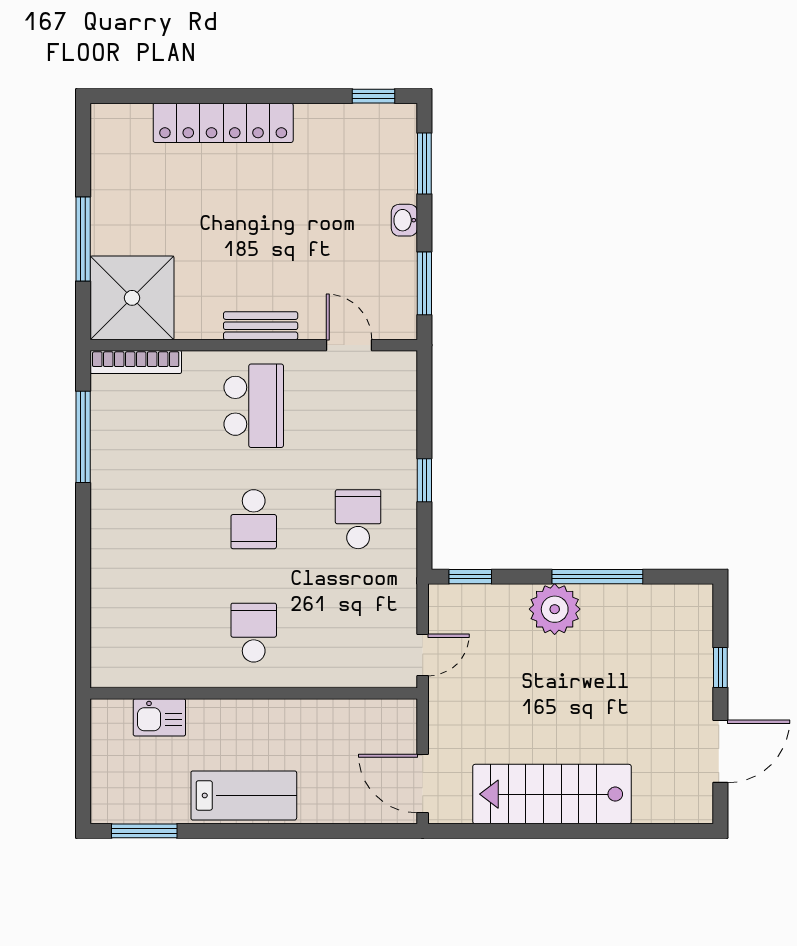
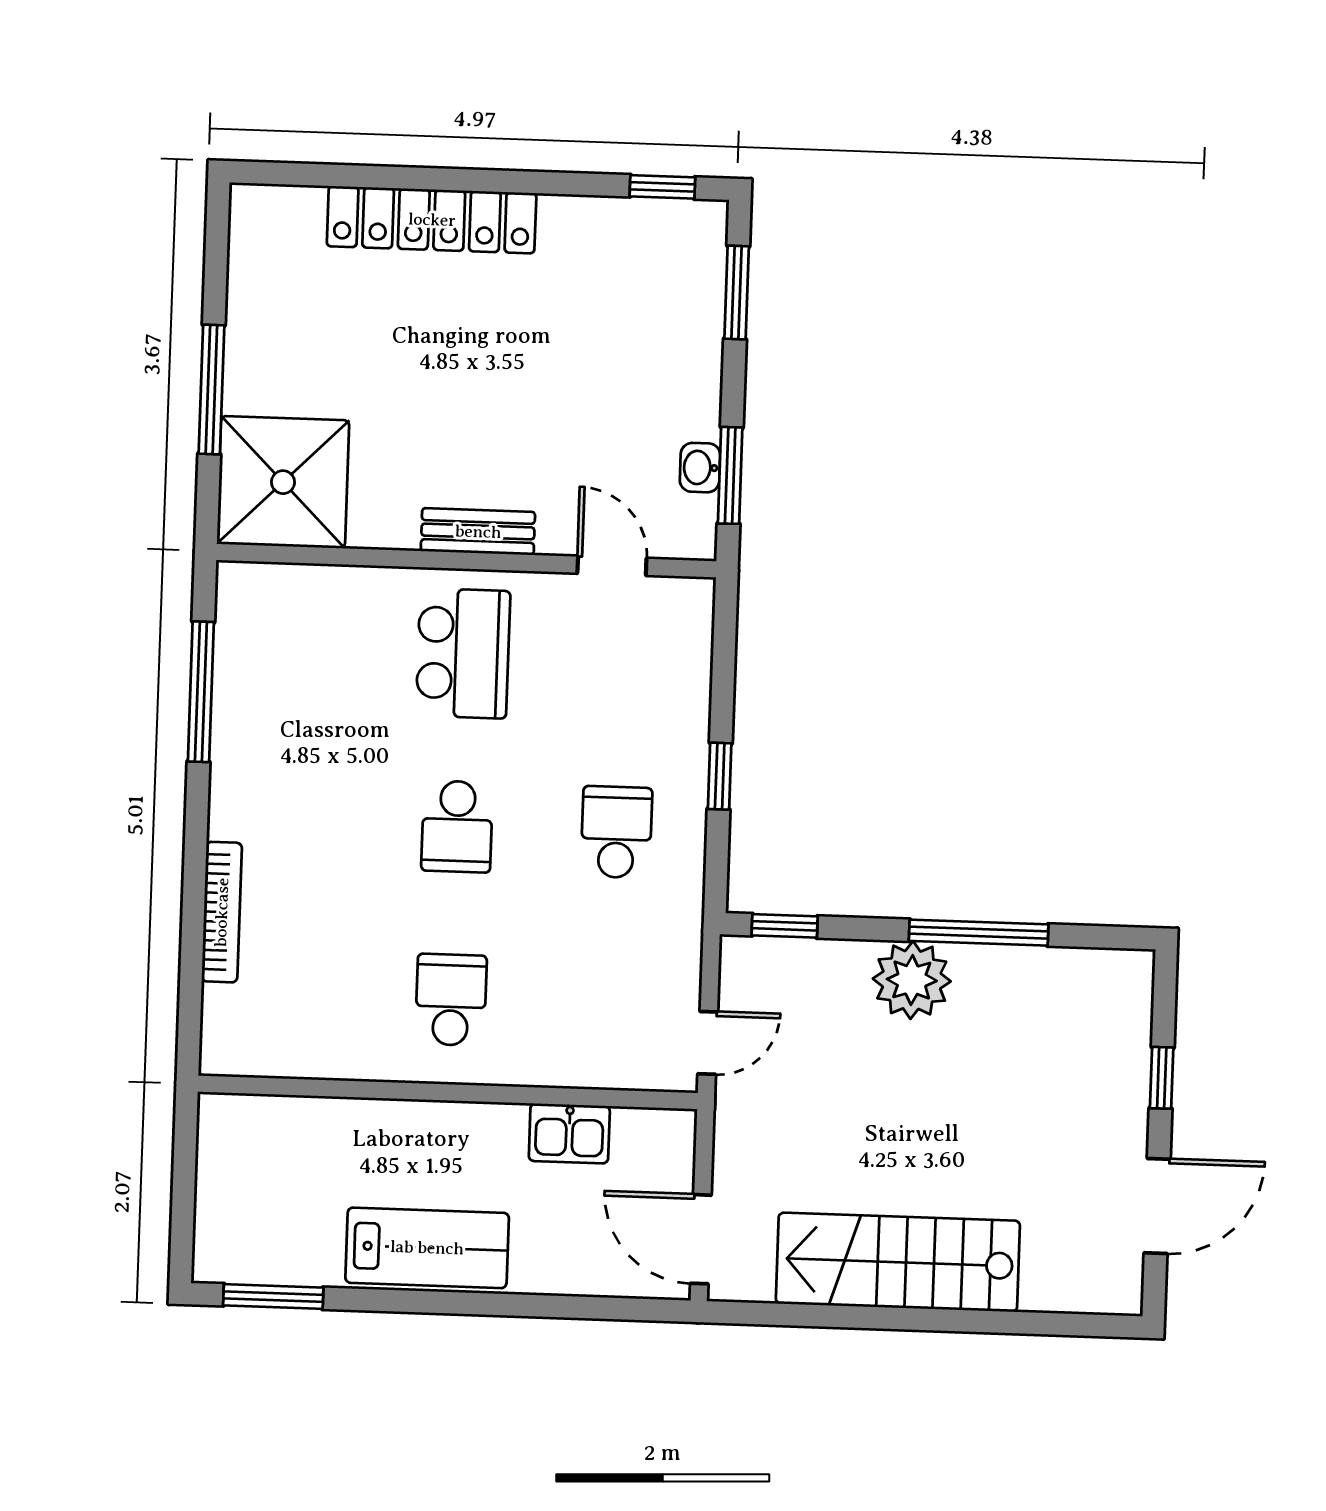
washbasin: (404, 220) -> (700, 468), moved
bookcase: (136, 362) -> (222, 912), moved, turned -90
kitchen sink: (159, 717) -> (569, 1133), moved

